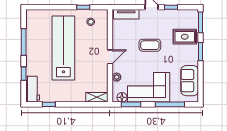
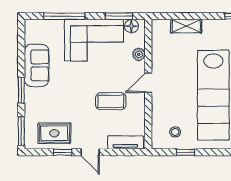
rug: (185, 37) -> (54, 133), moved
coffee table: (150, 45) -> (111, 101), moved
sofa: (190, 81) -> (37, 65), moved
shelving: (97, 97) -> (186, 26), moved

